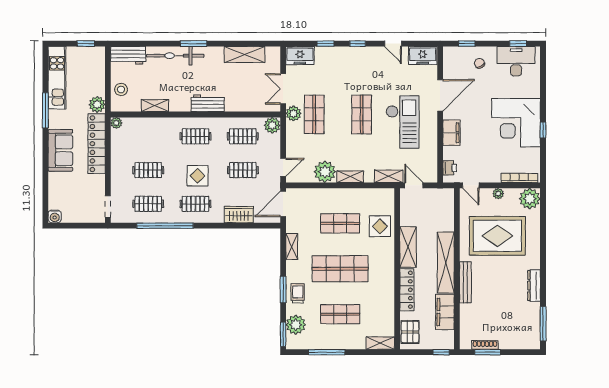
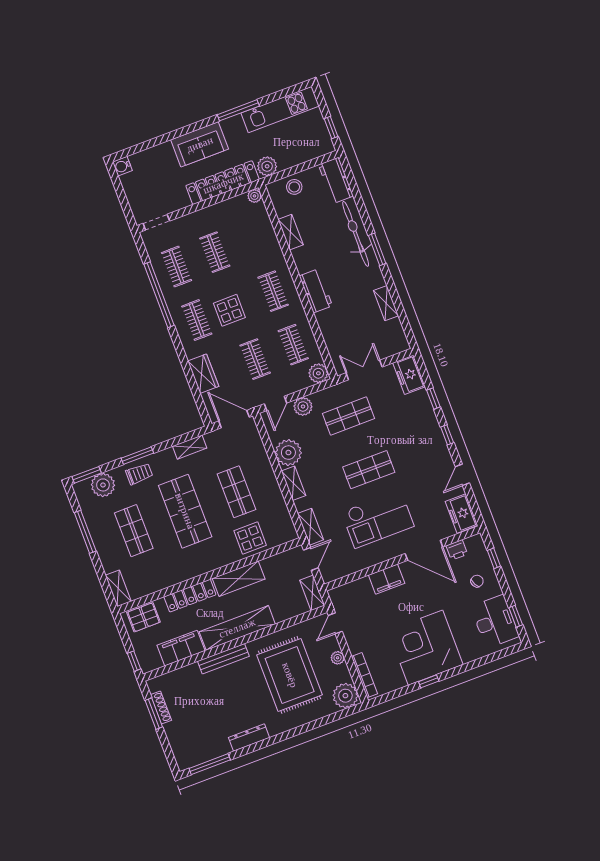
shelving: (245, 54) -> (386, 303), width x0.67, depth x0.75
plant: (294, 113) -> (303, 406), moved
door: (283, 167) -> (275, 403), hinge flipped
printer: (450, 168) -> (457, 550), moved
shelving: (440, 194) -> (312, 593), added

